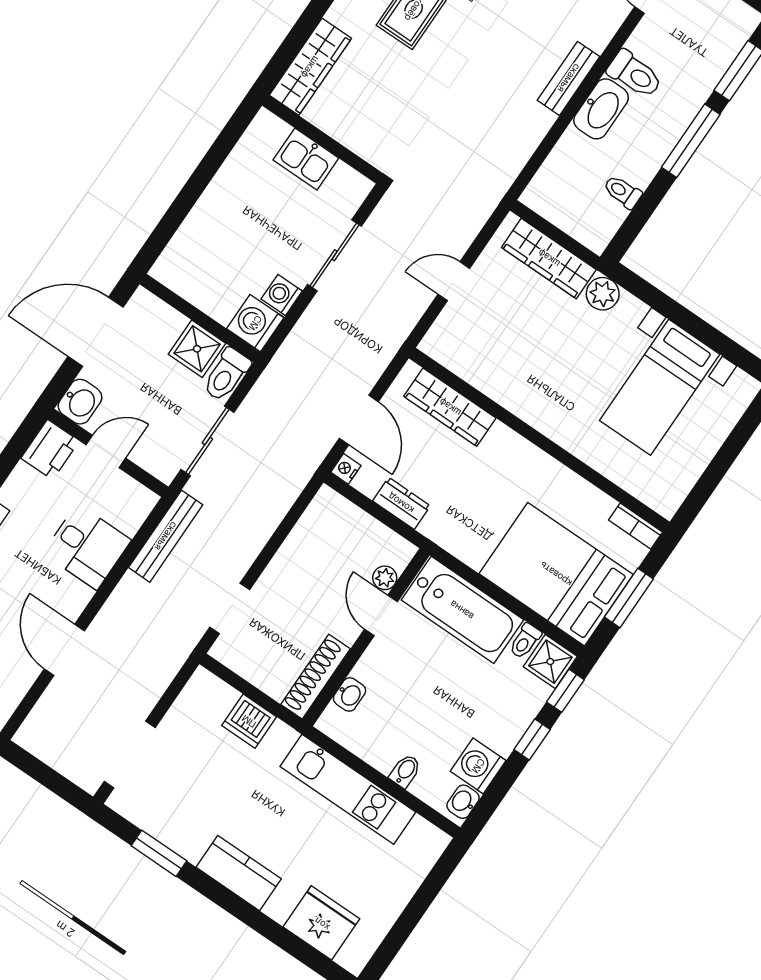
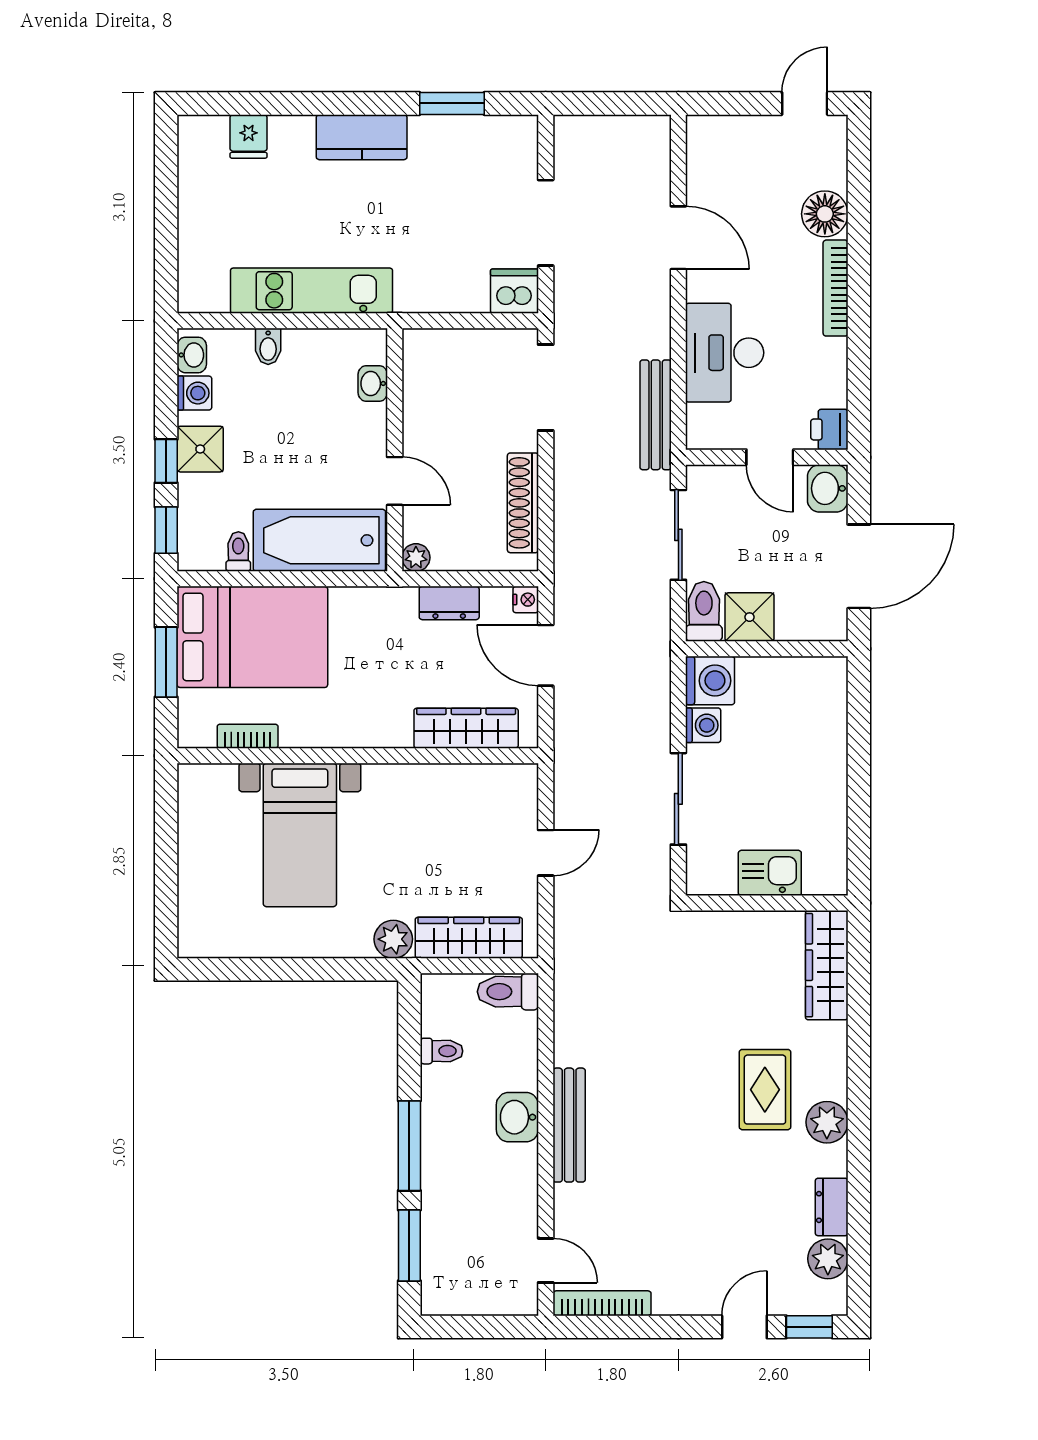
toilet: (635, 74) -> (508, 992), moved
bench: (569, 78) -> (569, 1125), width x1.36
washbasin: (601, 109) -> (517, 1117), width x0.72
bed with nightstands: (660, 387) -> (300, 835), moved, turned 180
printer: (50, 450) -> (829, 429), width x0.73, depth x0.81
door: (106, 451) -> (770, 457), hinge flipped
bookcase: (635, 526) -> (248, 736), moved
desk: (87, 547) -> (725, 353), width x1.37
plant: (385, 578) -> (416, 558), moved
doorway: (230, 608) -> (546, 388), width x1.38
shower: (550, 662) -> (200, 449), moved
shoe rack: (316, 677) -> (523, 503), moved, turned 180
dishwasher: (249, 721) -> (514, 291), moved
doorway: (130, 755) -> (546, 223), moved
washing machine: (478, 766) -> (194, 393), width x0.73, depth x0.73
fridge: (321, 923) -> (249, 136), width x0.53, depth x0.75

